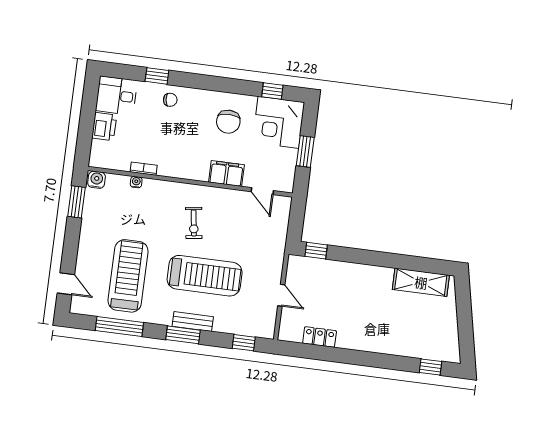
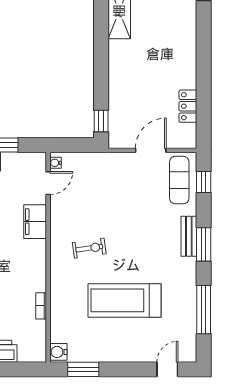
water cooler: (136, 182) -> (56, 163), moved
treadmill: (128, 276) -> (125, 300), moved
treadmill: (205, 276) -> (141, 230), removed
door: (281, 295) -> (151, 150), width x1.38
exercise mat: (249, 319) -> (179, 180), added

